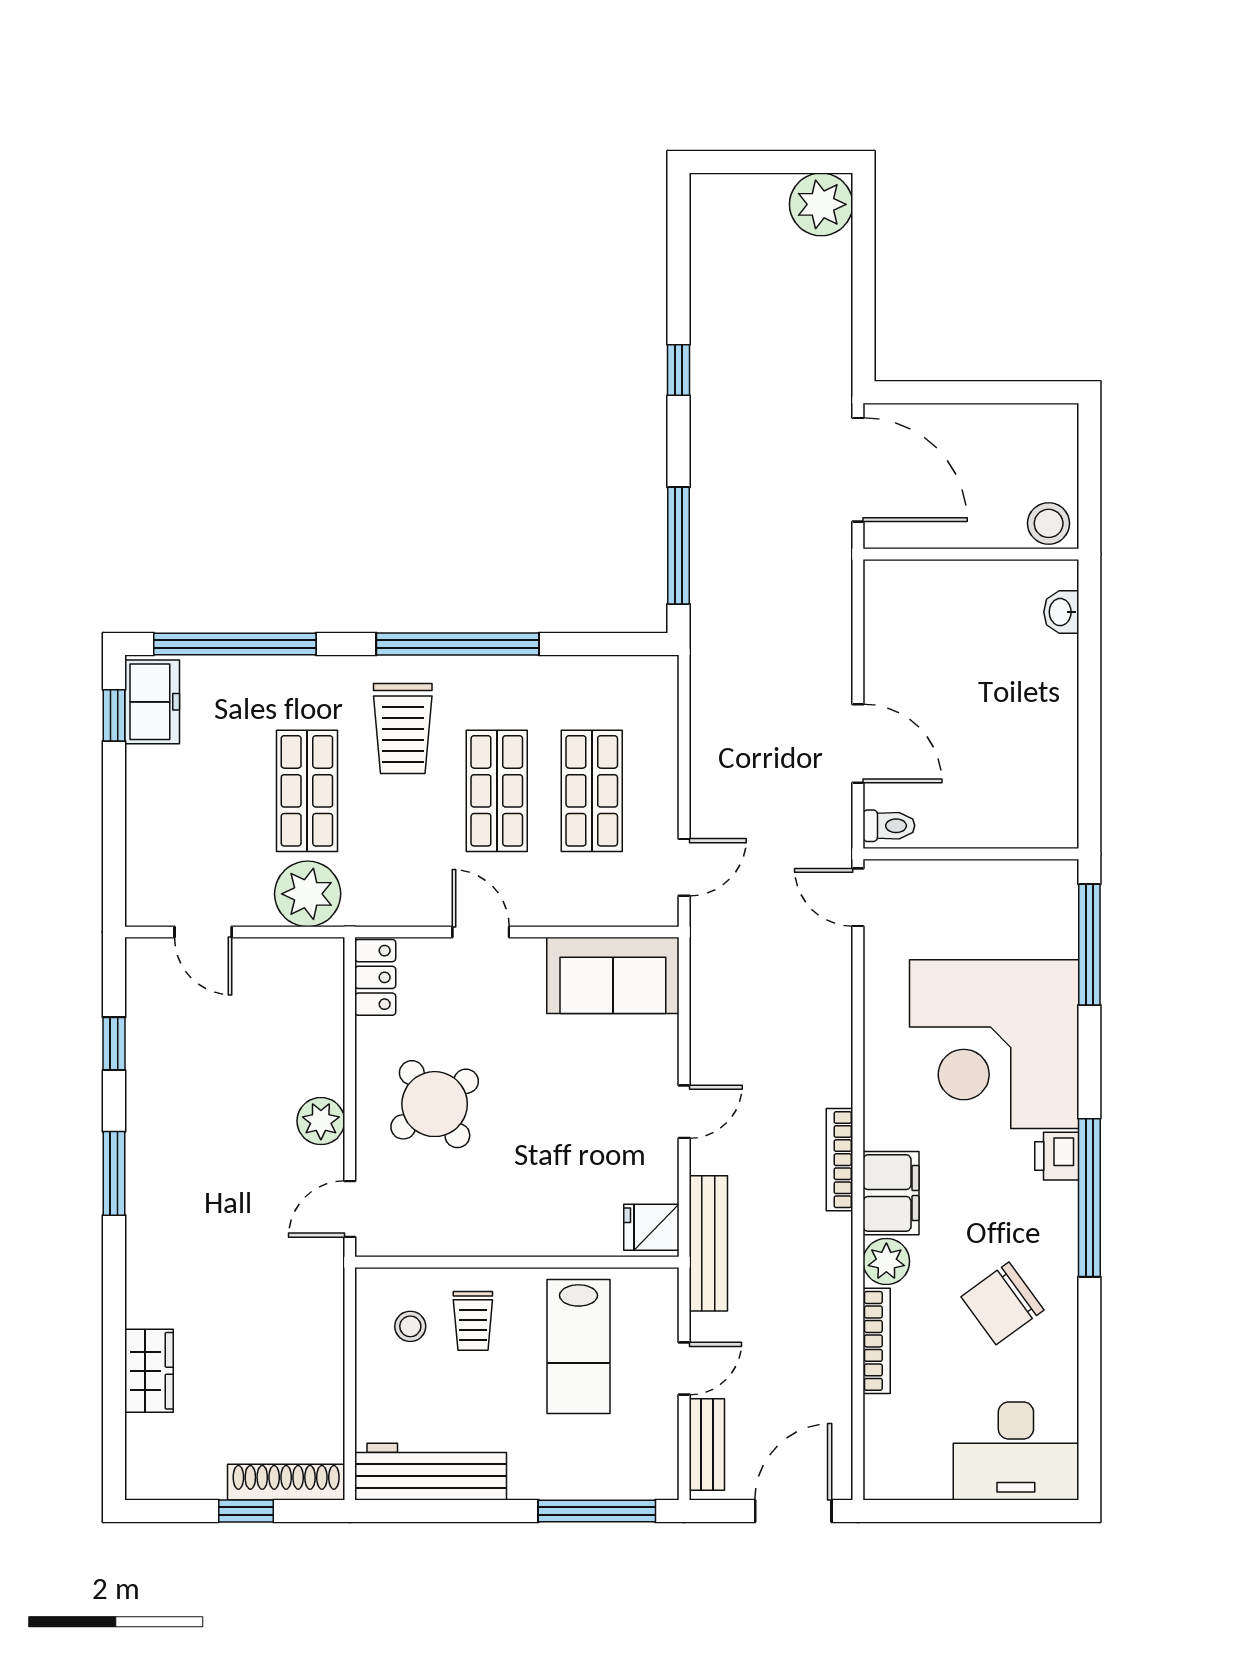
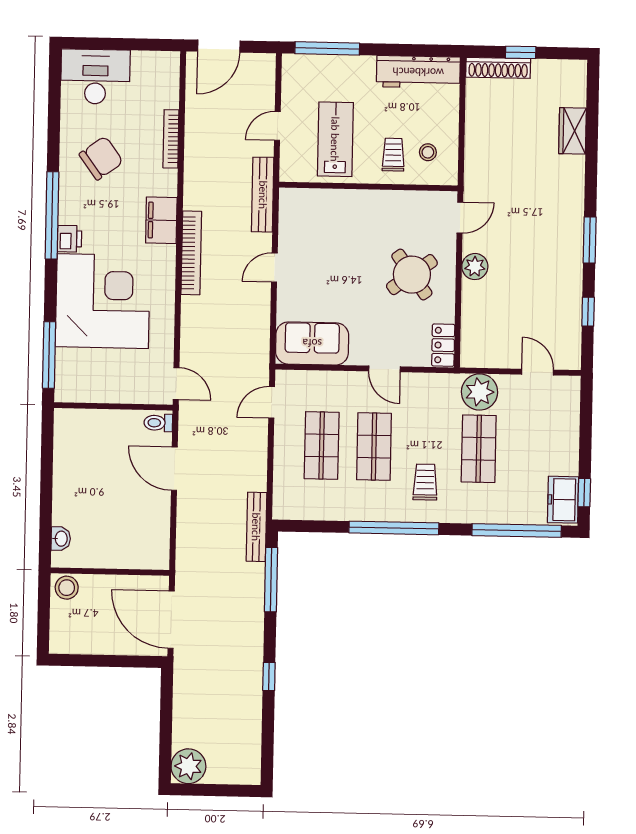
trolley: (403, 728) -> (425, 482), width x0.73, depth x0.72
bookcase: (840, 1160) -> (191, 253), width x1.48, depth x1.31
fridge: (651, 1227) -> (294, 204), removed
plant: (886, 1261) -> (165, 183), removed
bench: (707, 1444) -> (256, 527), moved, width x1.36

